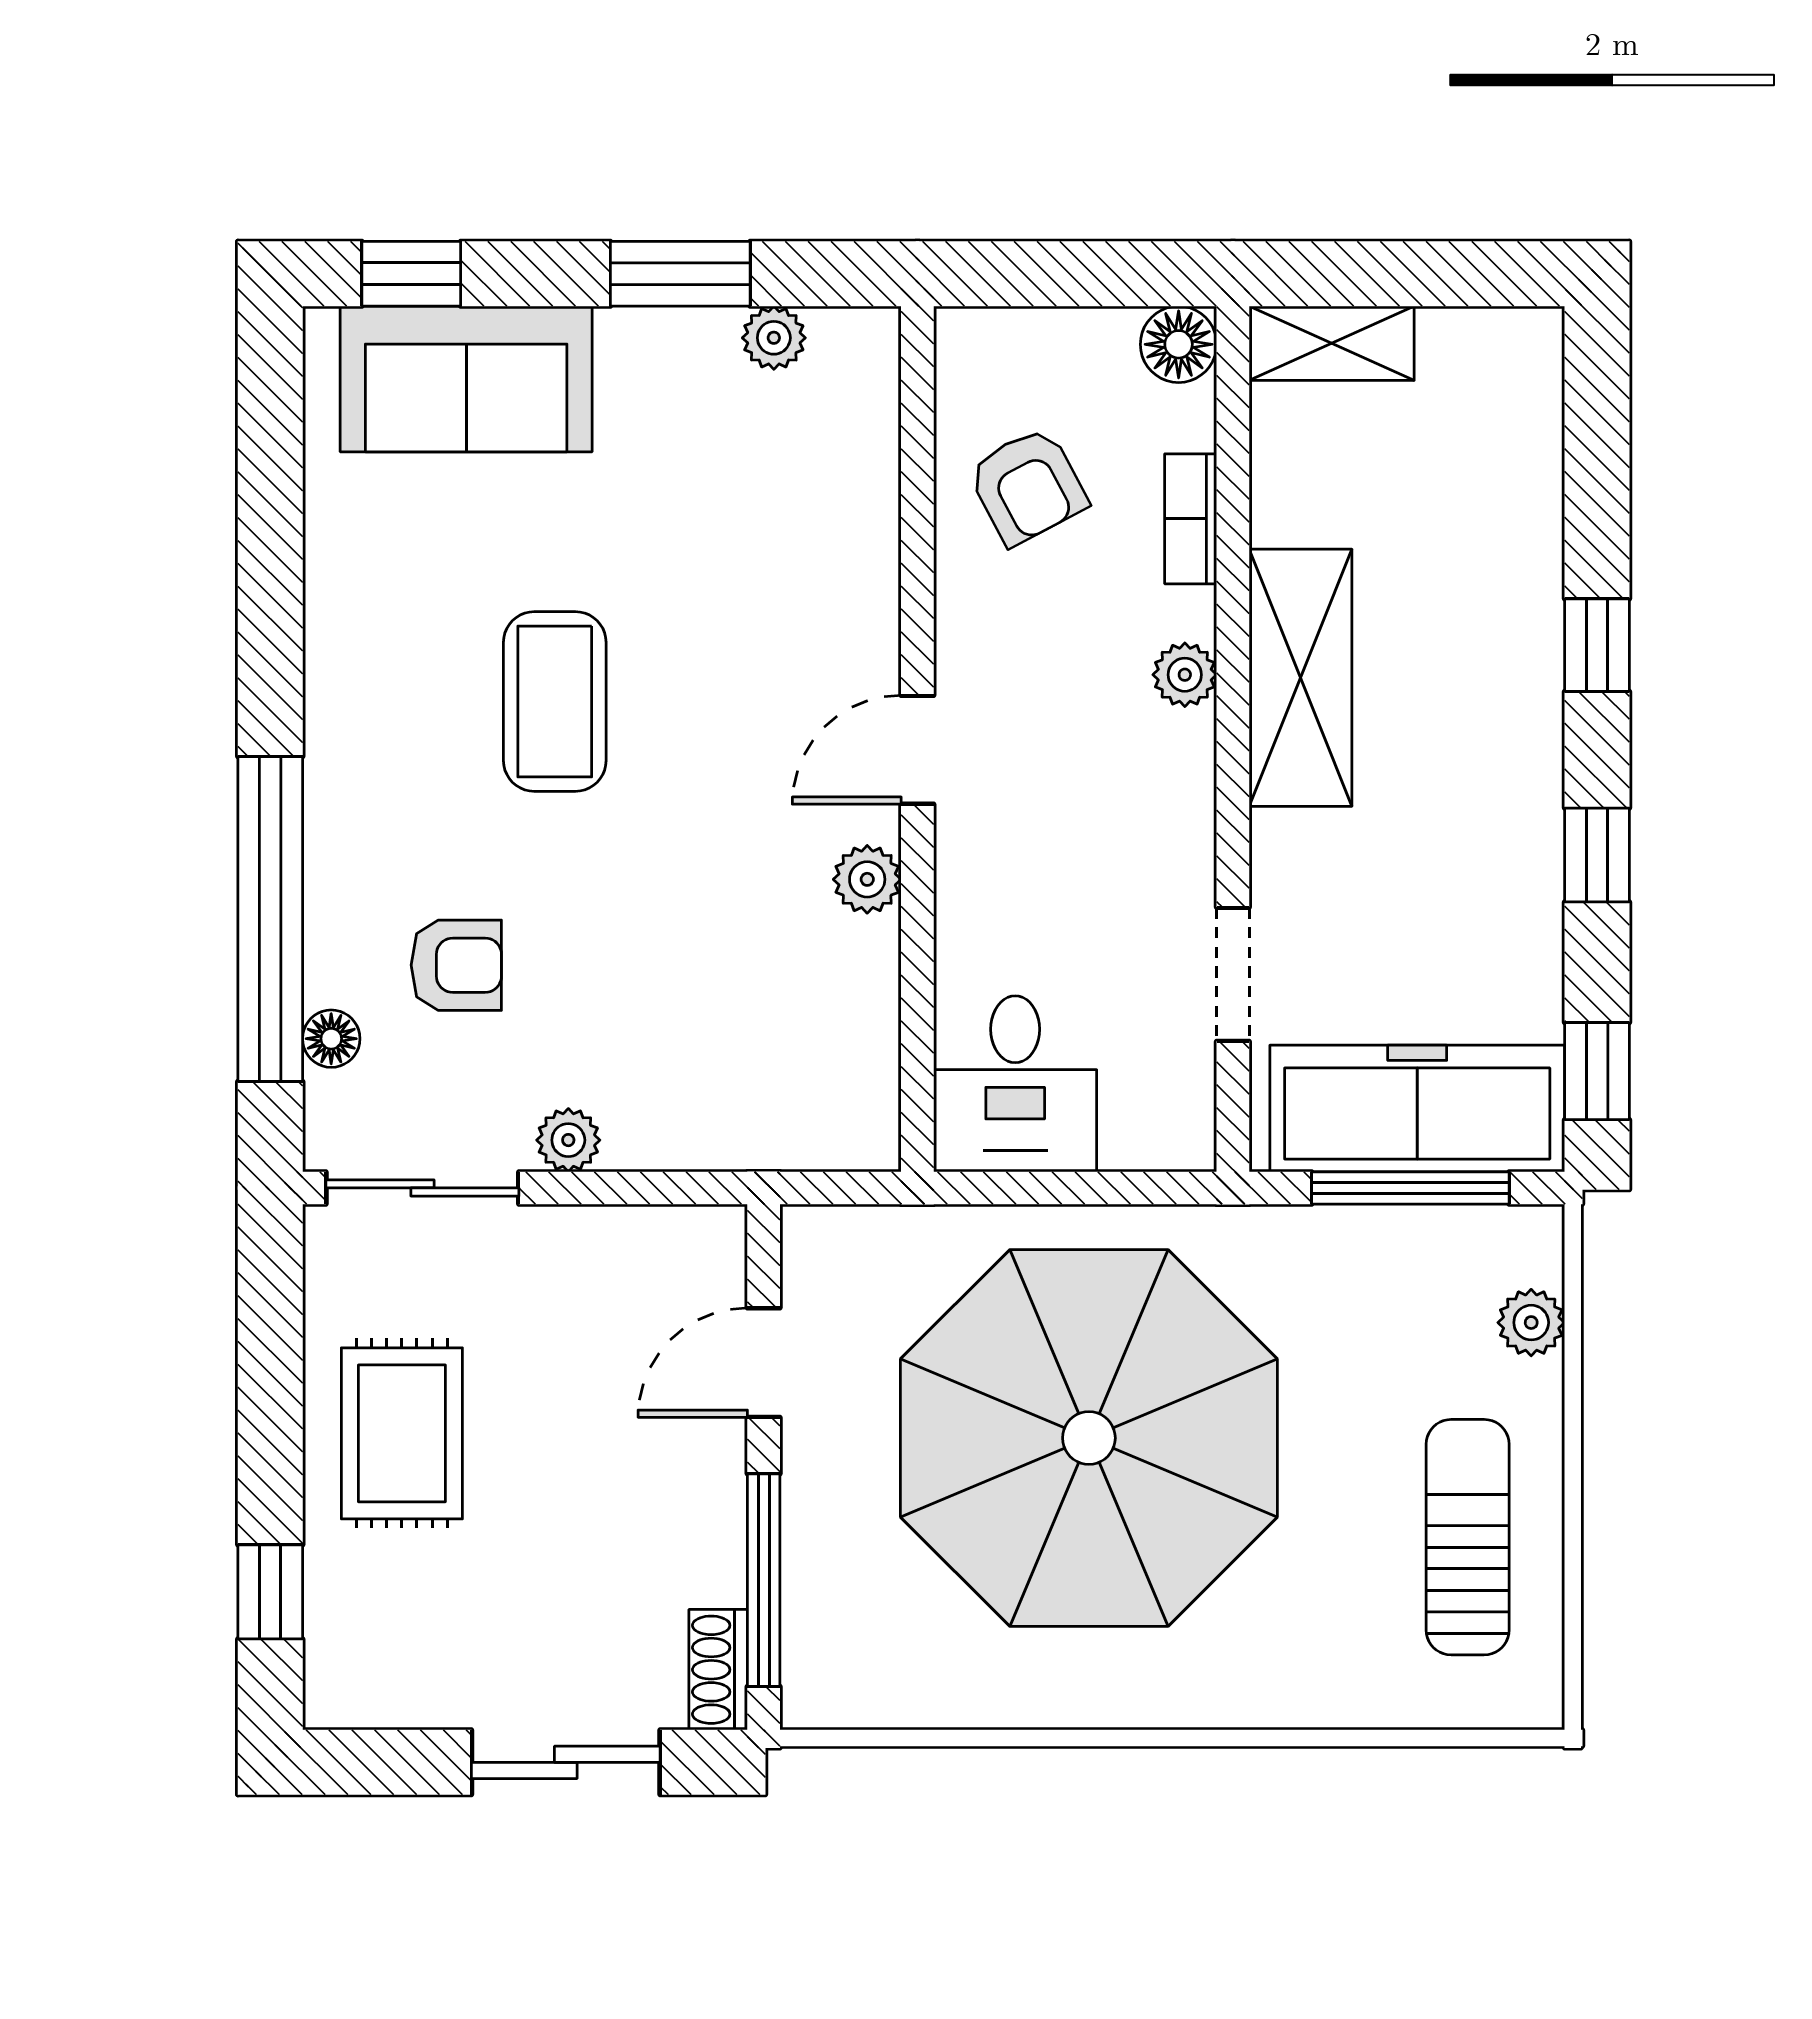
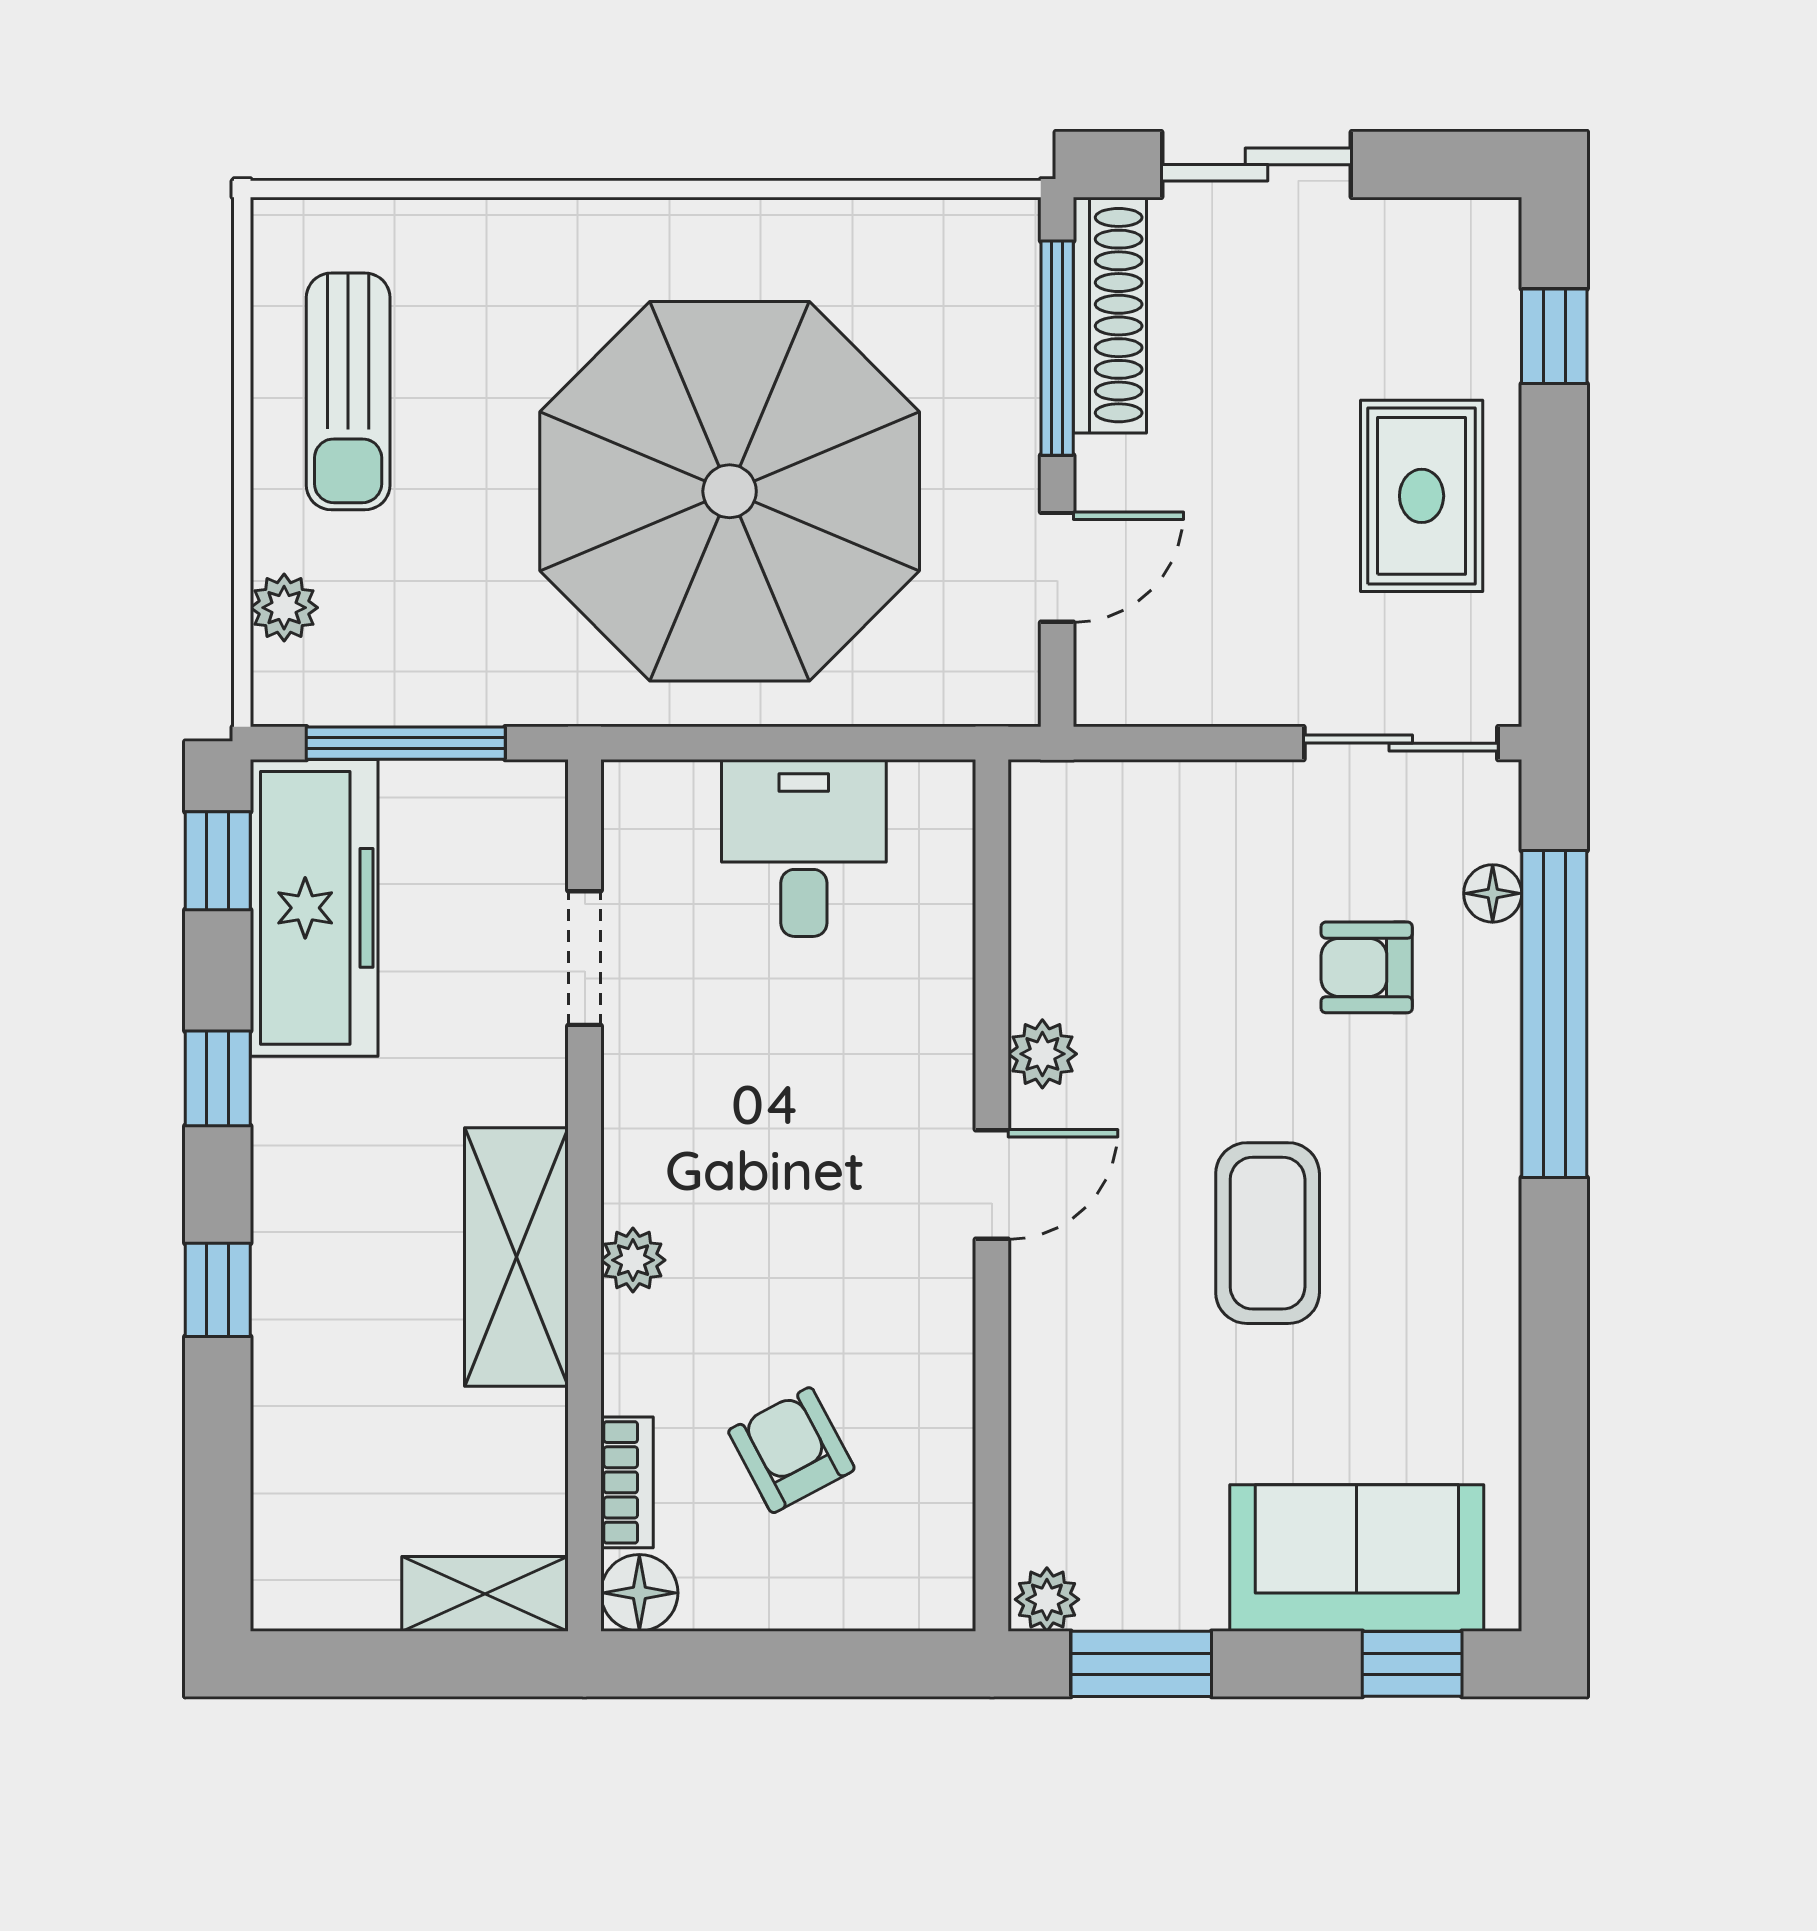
bookcase: (1191, 519) -> (627, 1482), moved
wall: (917, 739) -> (992, 1195), moved
door: (917, 750) -> (992, 1184), moved
plant: (867, 879) -> (1042, 1054), moved
freezer: (1417, 1108) -> (314, 908), moved, turned -90
plant: (568, 1140) -> (1254, 791), removed
shoe rack: (718, 1670) -> (1110, 315), width x1.94, depth x1.24

